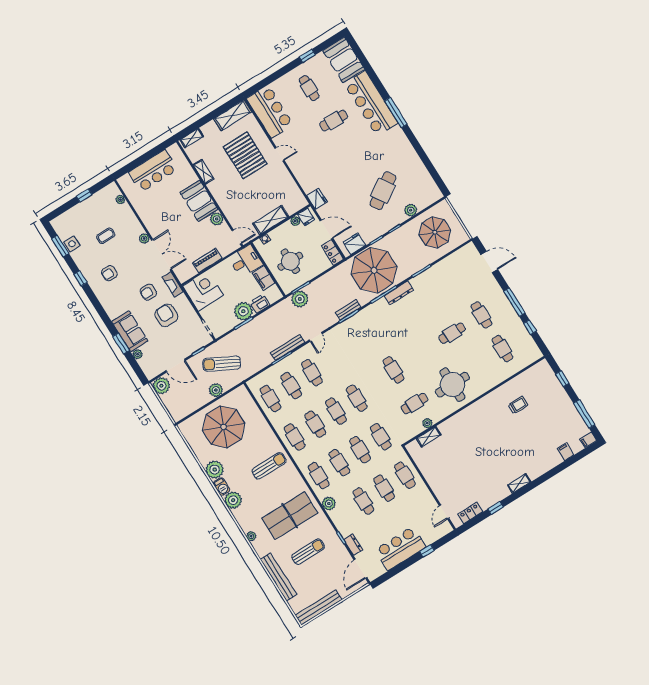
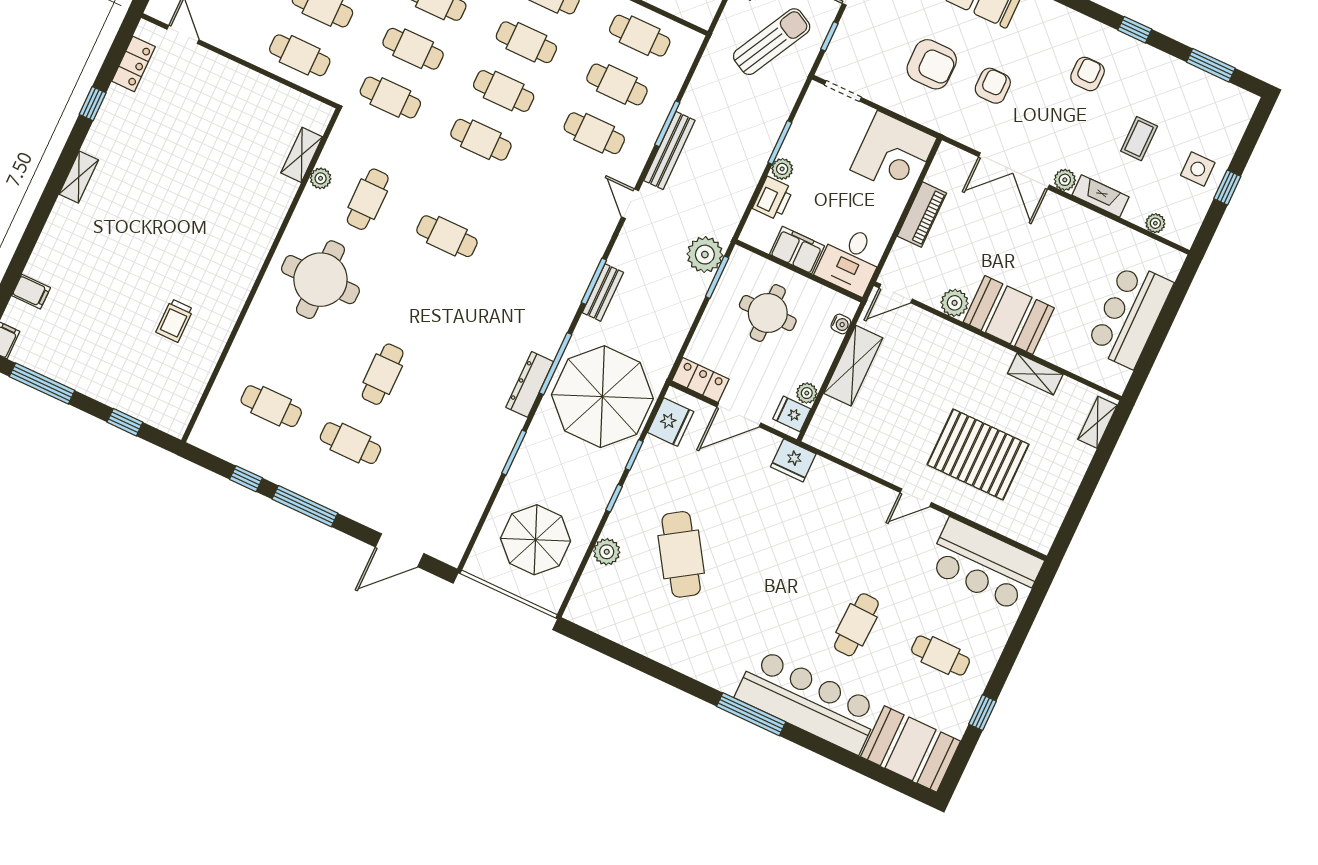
shelving: (233, 115) -> (1049, 513), removed
side table: (72, 244) -> (1198, 169), moved
fireplace: (173, 285) -> (1101, 196), moved
plant: (243, 311) -> (782, 169), width x0.53, depth x0.53

